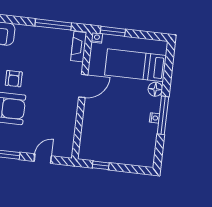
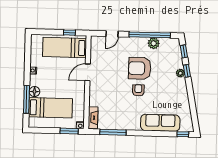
door: (83, 86) -> (88, 72), moved
window: (163, 115) -> (26, 99), moved
bed: (109, 146) -> (65, 48), added

